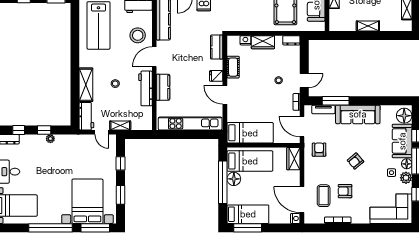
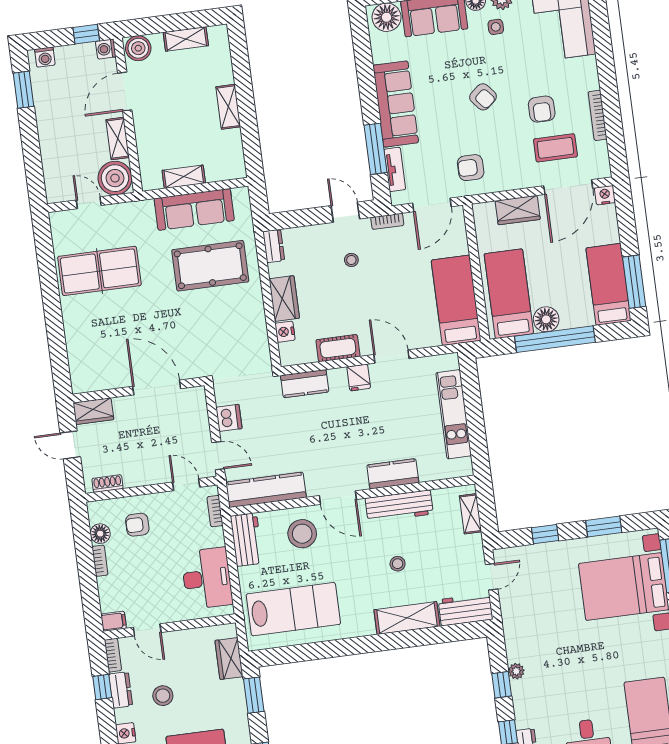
door: (225, 95) -> (392, 357), swing flipped
kitchen unit: (190, 124) -> (454, 414), width x0.73
shelving: (120, 125) -> (470, 514), moved
wardrobe: (293, 159) -> (518, 210), moved

